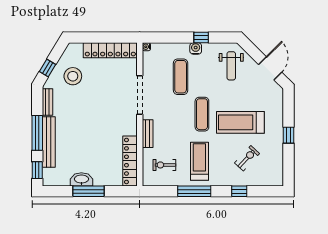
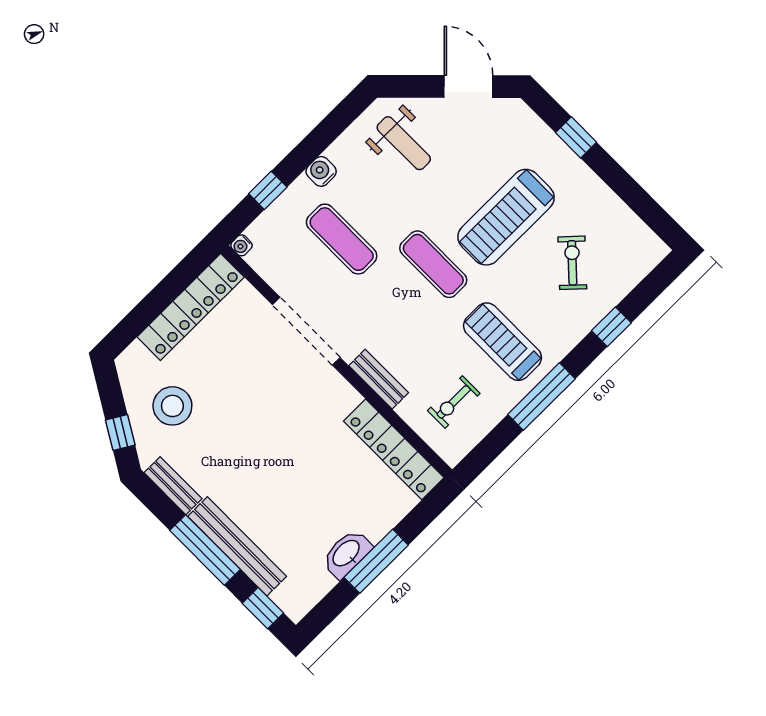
window: (201, 38) -> (268, 190), moved
window: (288, 135) -> (576, 137), moved

